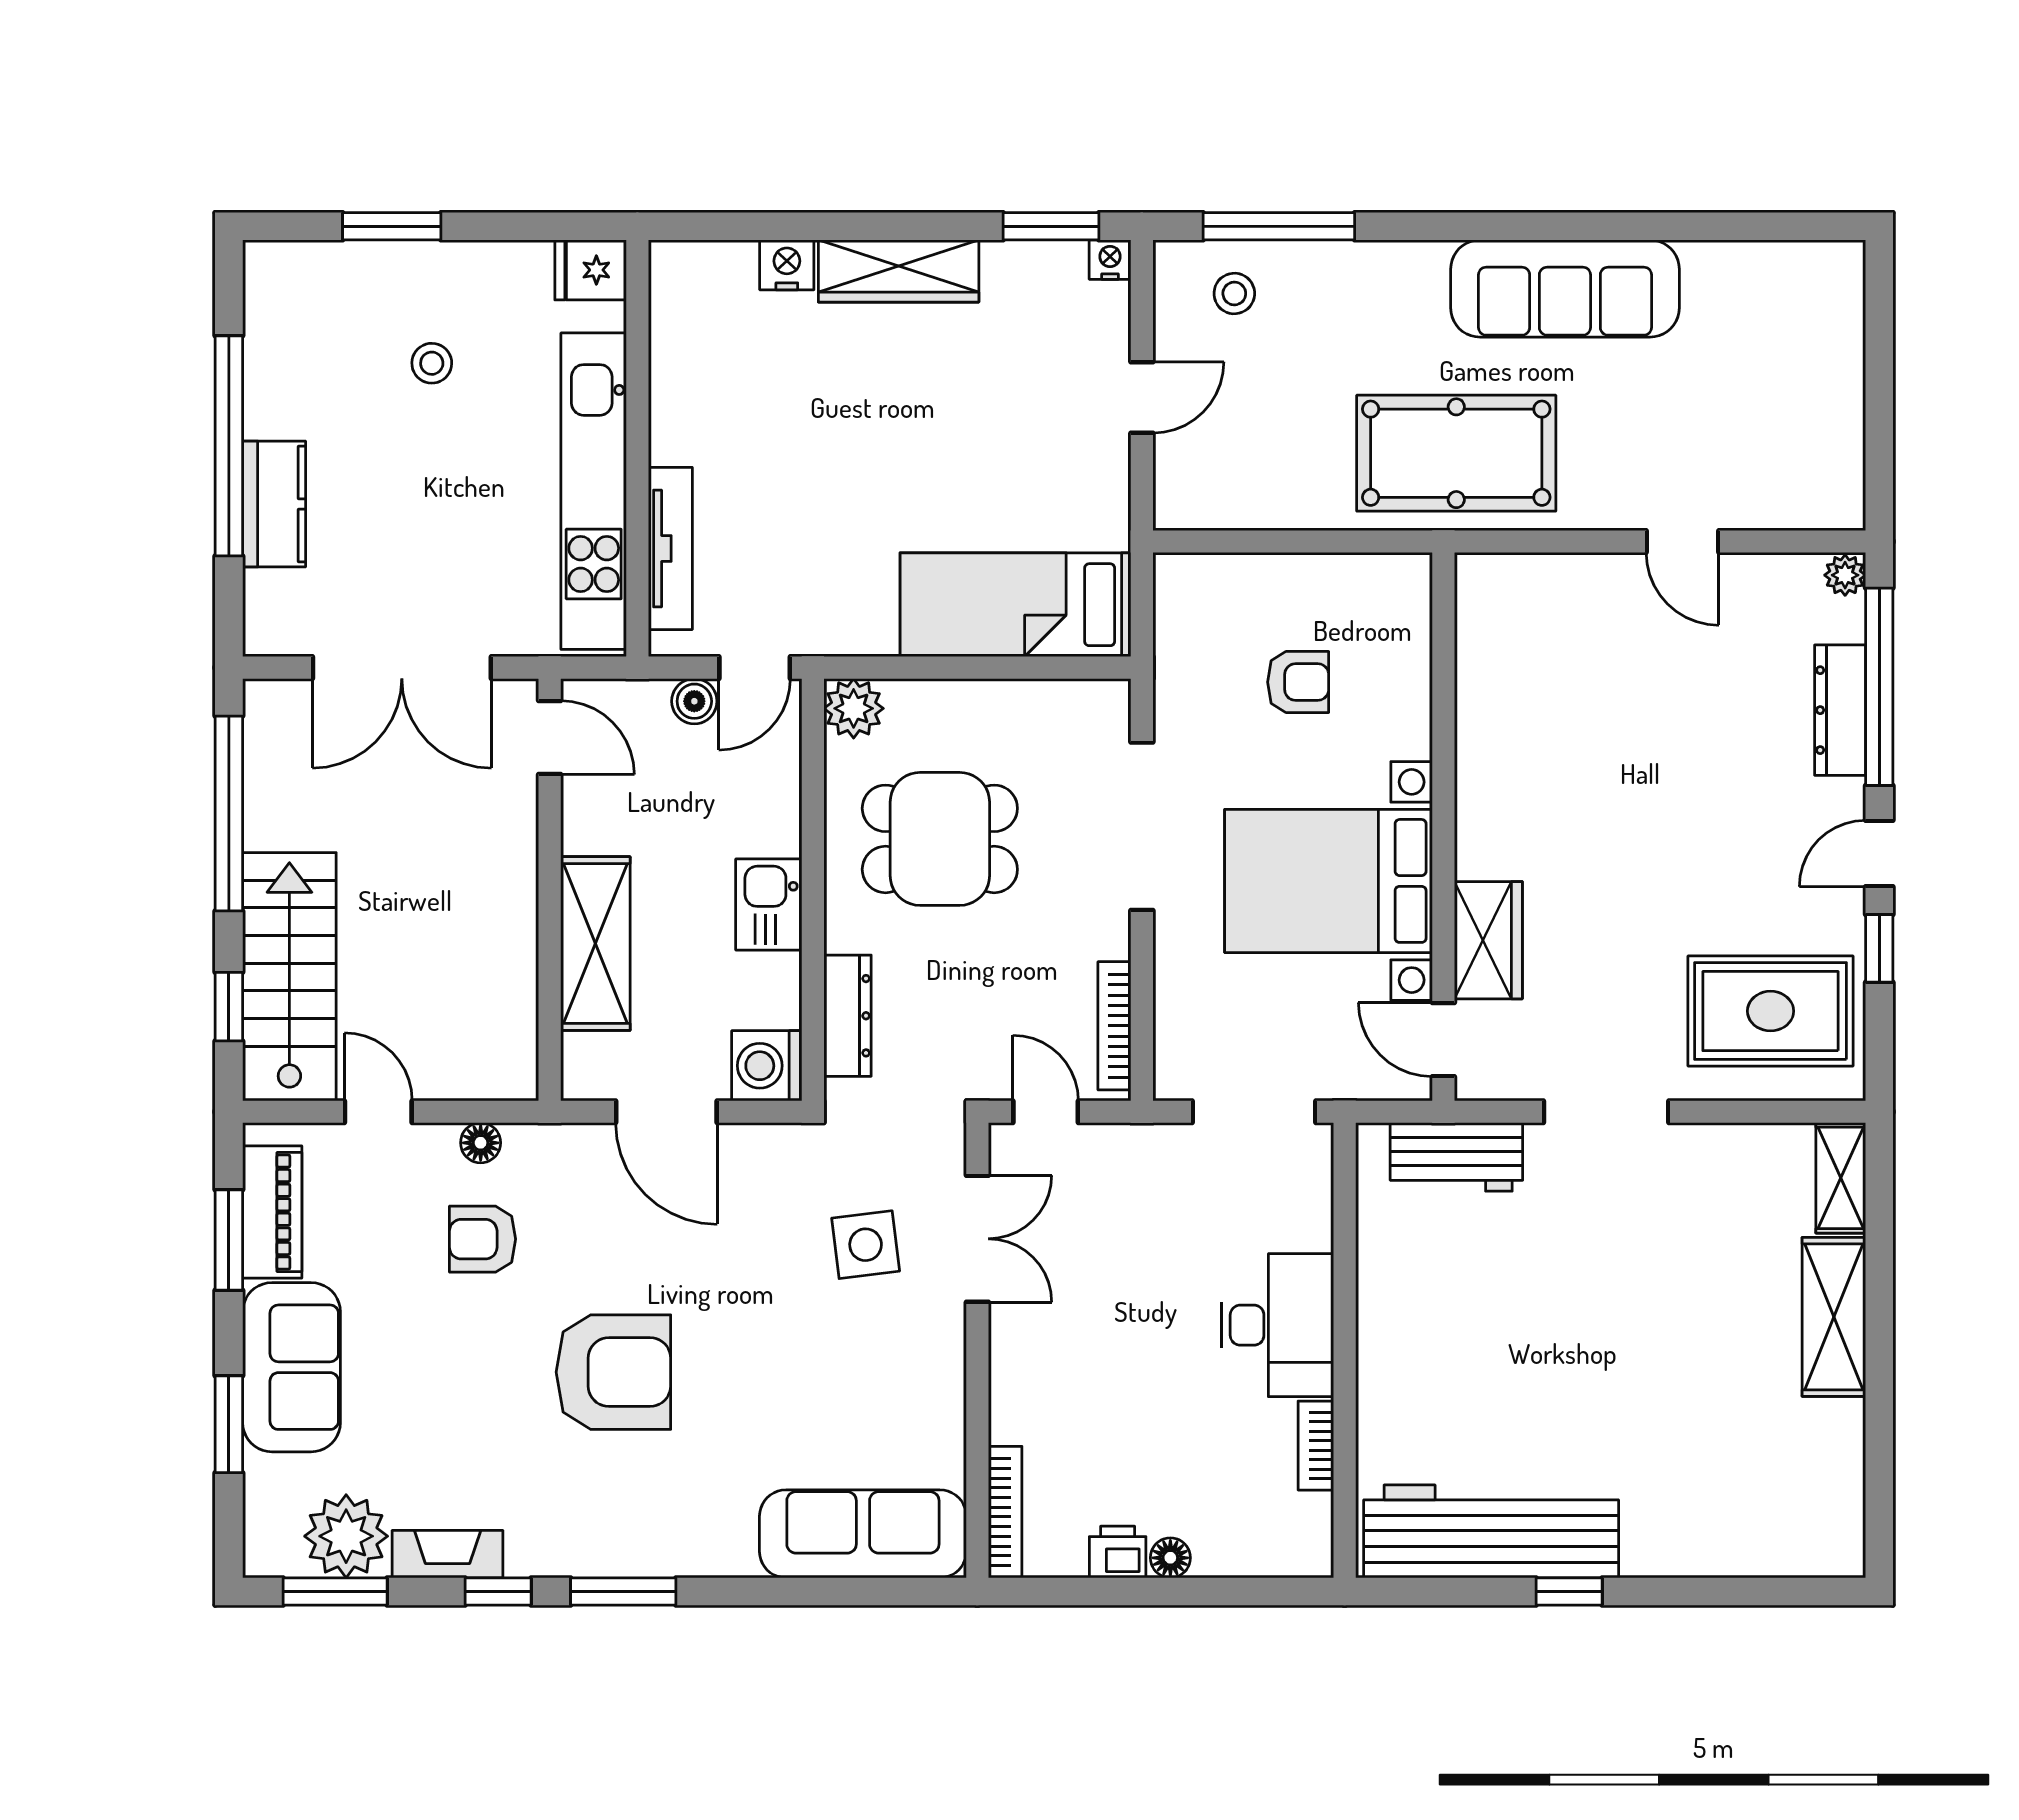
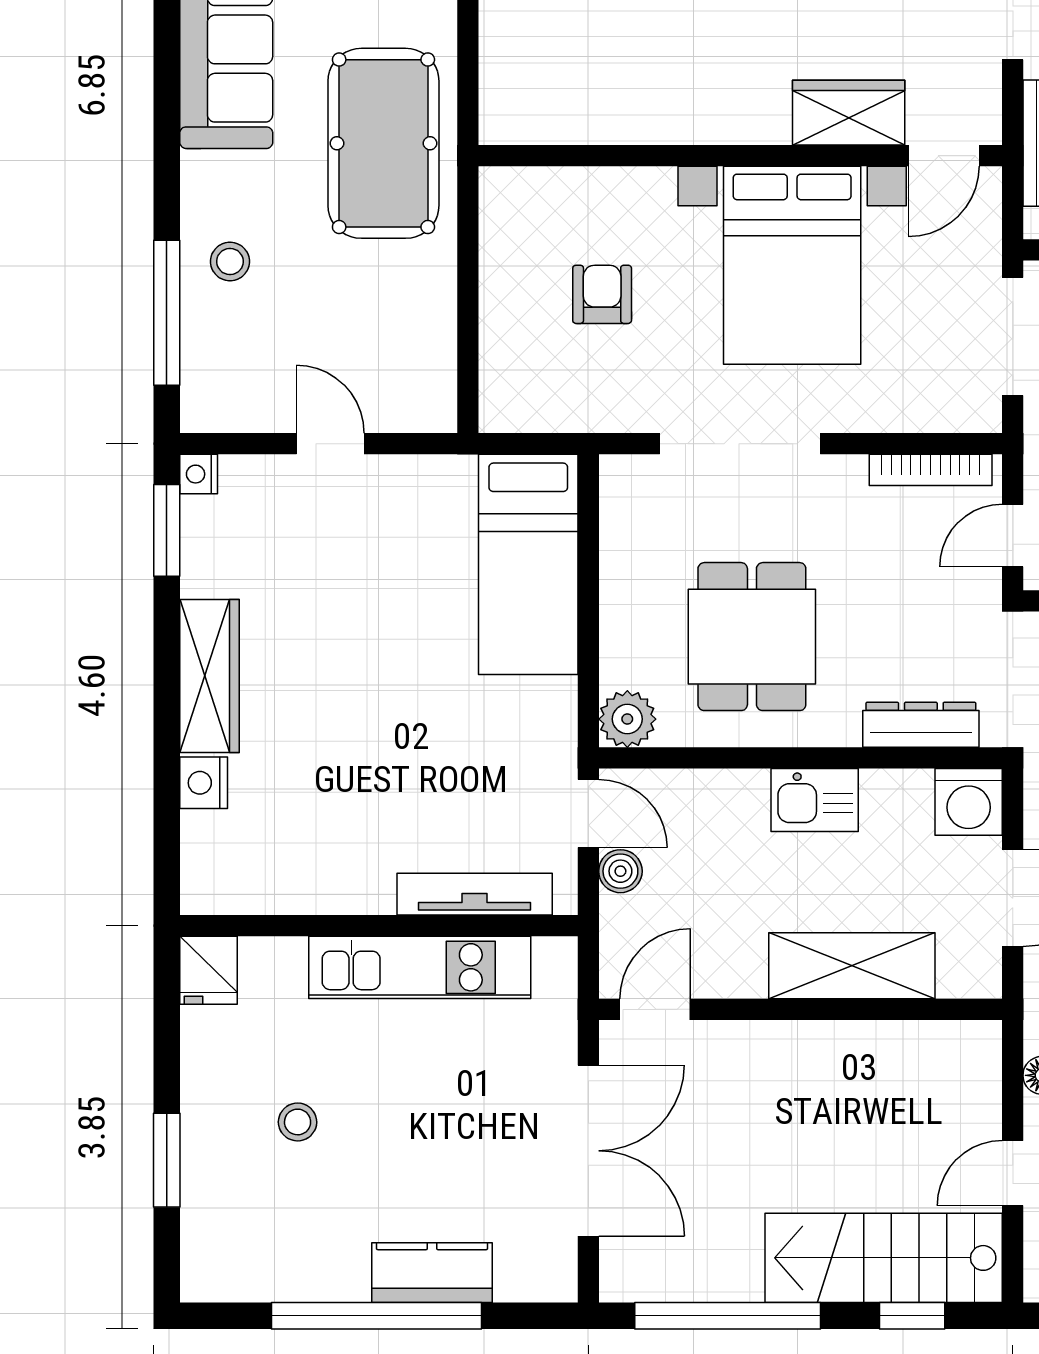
stool: (1234, 293) -> (230, 262), moved
kitchen unit: (594, 491) -> (420, 967), width x0.73

